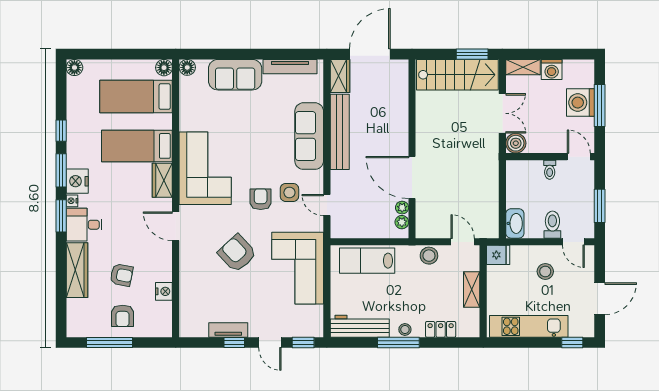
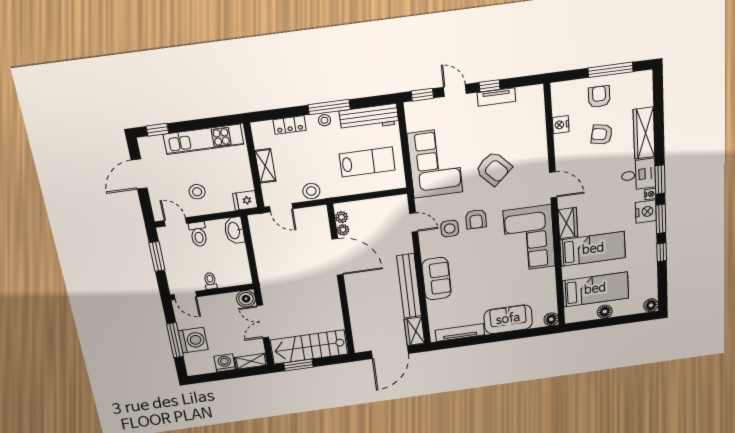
floor lamp: (164, 68) -> (605, 312), moved
sofa: (309, 136) -> (437, 279), width x0.73
lab bench: (367, 261) -> (367, 162), moved

